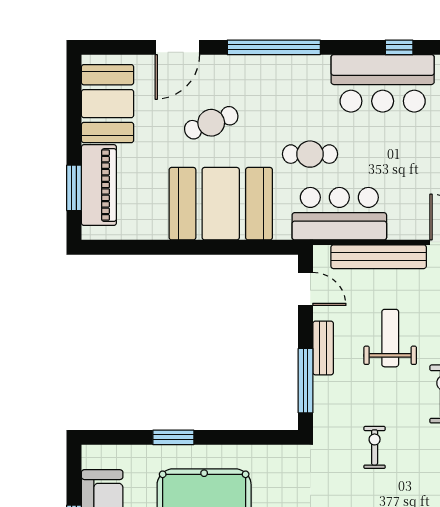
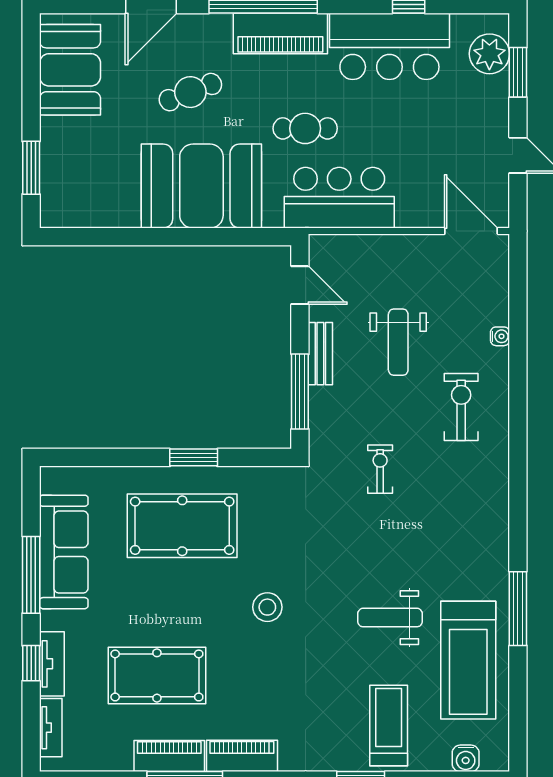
piano: (99, 185) -> (280, 33), moved, turned 90
bench: (379, 257) -> (385, 248), removed
weight bench: (390, 338) -> (398, 342), turned 180
window: (173, 437) -> (194, 457), moved

